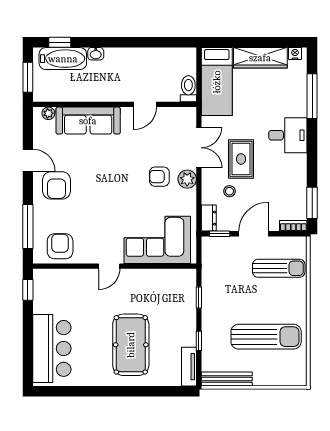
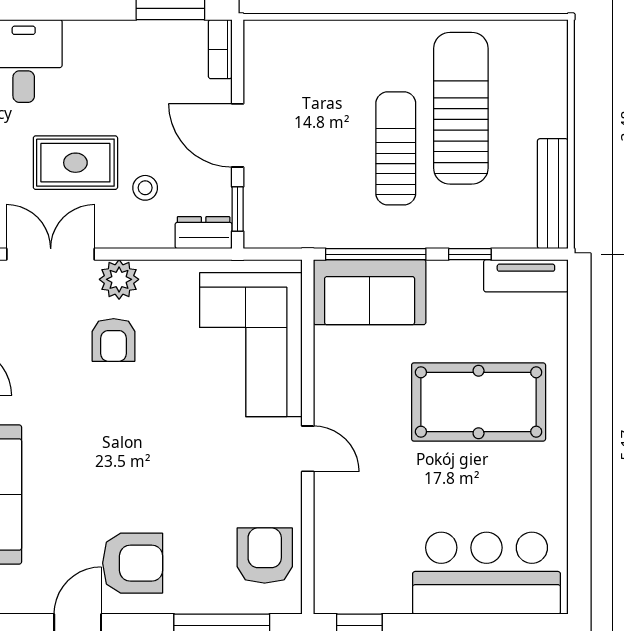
armchair: (60, 246) -> (265, 556), turned 90
sun lounger: (279, 268) -> (396, 148), moved
sofa: (181, 295) -> (370, 292), added
window: (199, 297) -> (376, 254), width x2.17

